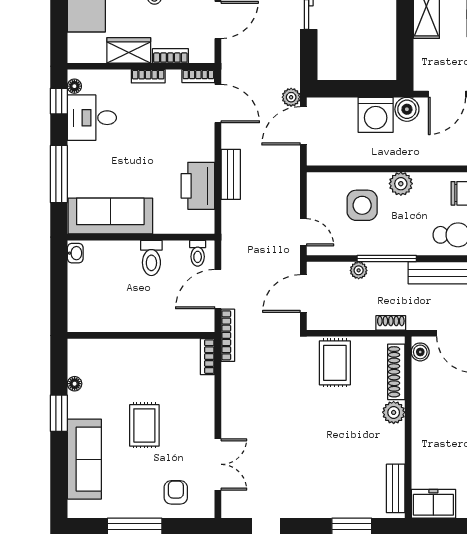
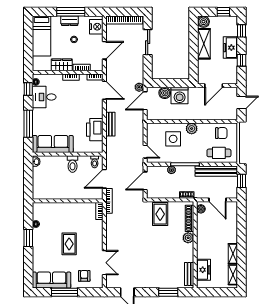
boiler: (407, 109) -> (165, 93), moved
sofa: (84, 459) -> (51, 280), moved, turned -90
freezer: (433, 504) -> (203, 270), moved, turned 90

